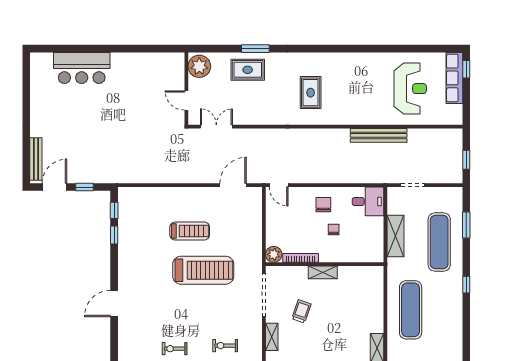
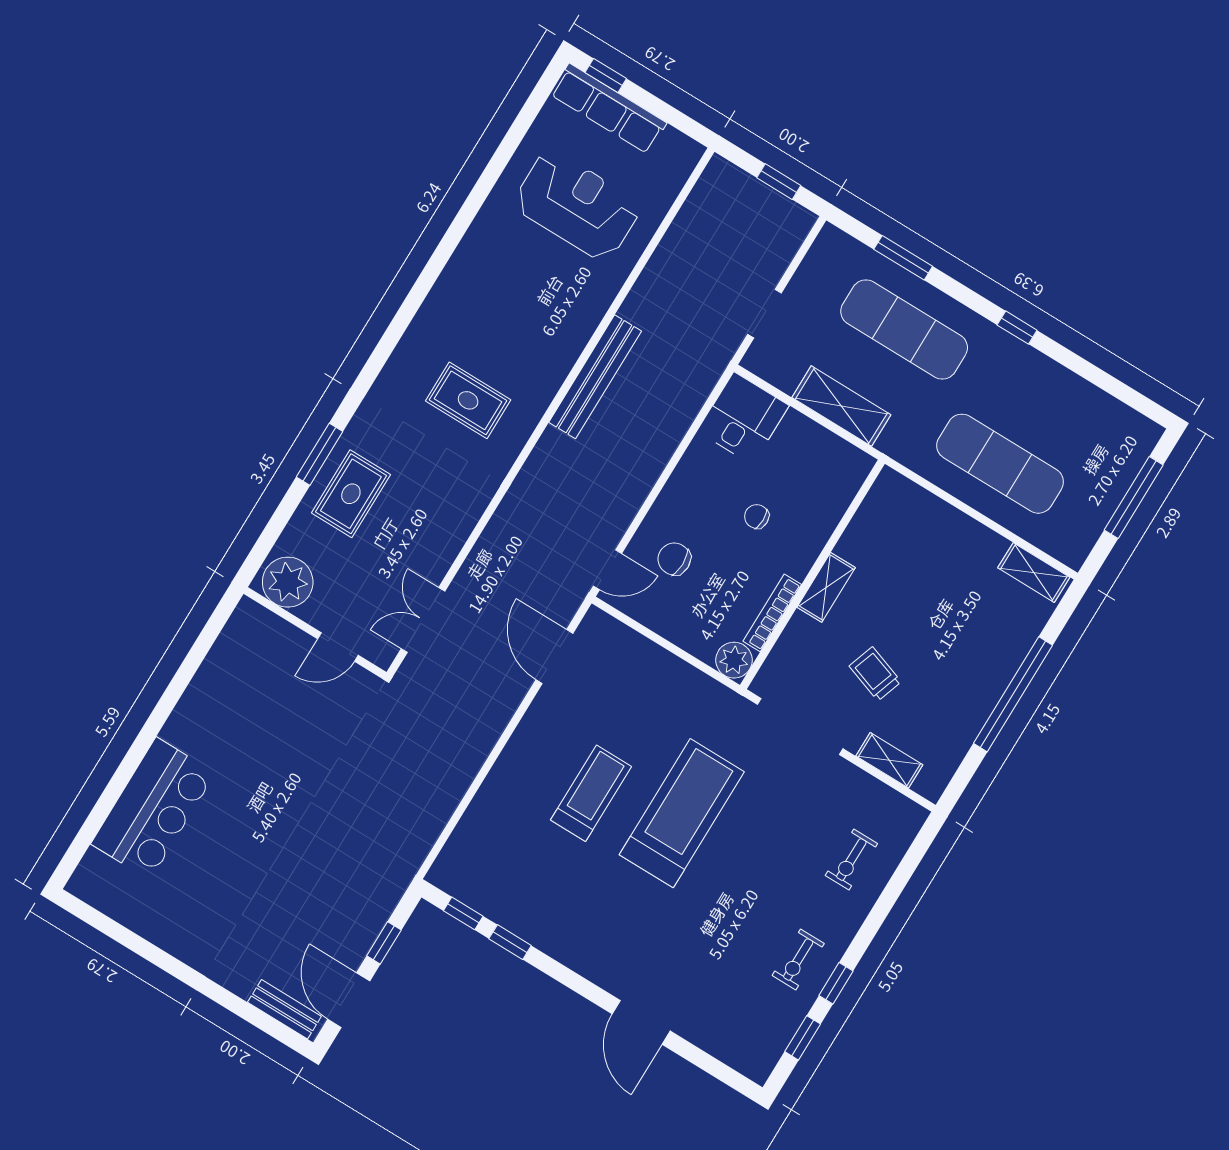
bench: (379, 135) -> (595, 377), moved
bench: (36, 159) -> (284, 1009), width x0.73
chair: (323, 205) -> (674, 559), moved

